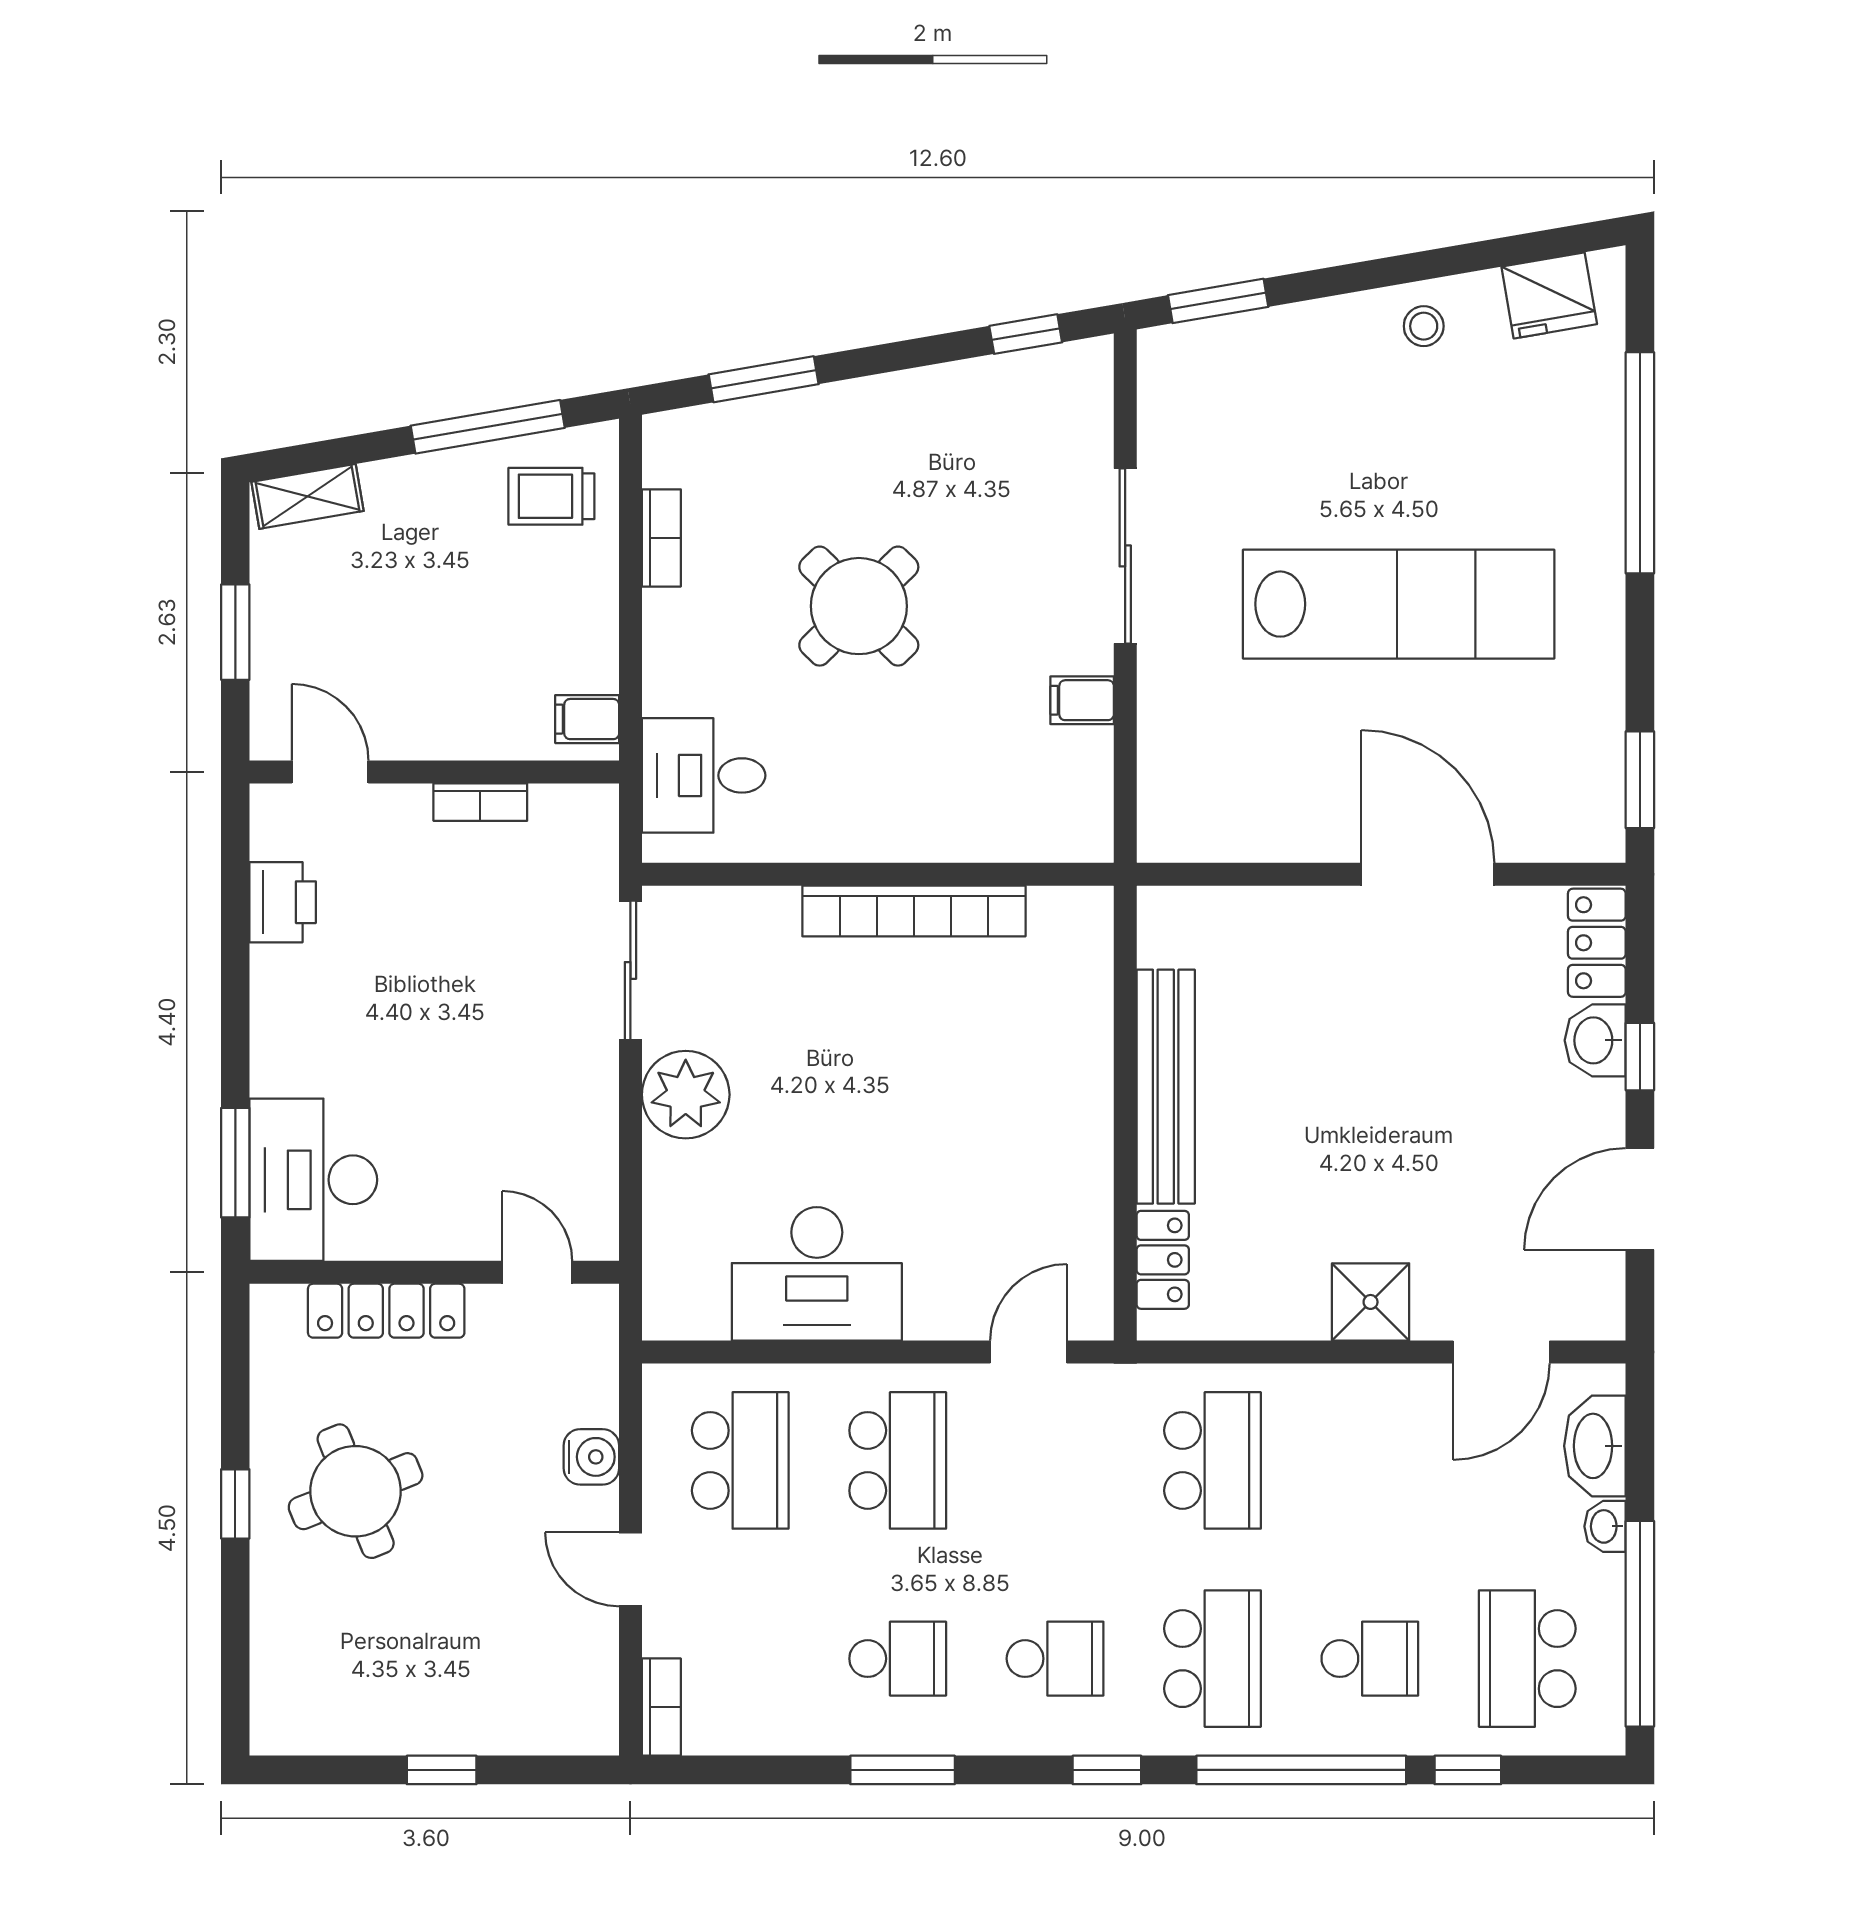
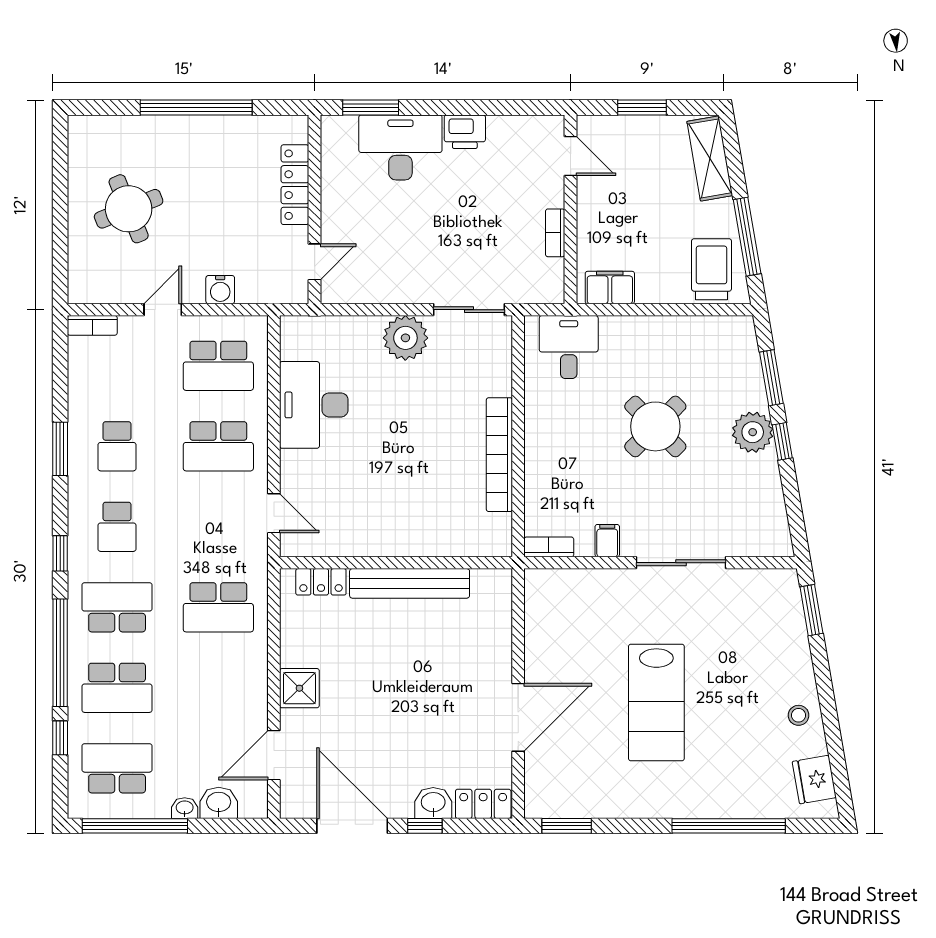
window: (1026, 334) -> (782, 441), moved
plant: (870, 416) -> (753, 432), added
shelving: (307, 496) -> (710, 158), width x1.50, depth x1.33
trolley: (551, 496) -> (712, 269), width x1.36, depth x1.39
bookcase: (661, 538) -> (549, 547), moved, turned 180
lab bench: (1399, 604) -> (656, 703), width x0.73
filing cabinet: (587, 719) -> (610, 287), width x2.00
door: (330, 772) -> (571, 156), hinge flipped
printer: (283, 902) -> (465, 132), moved
desk: (313, 1180) -> (400, 147), moved
door: (1640, 1199) -> (352, 826), width x1.36
door: (1501, 1352) -> (274, 755), hinge flipped
washbasin: (1595, 1446) -> (219, 803), width x0.72
round table: (356, 1491) -> (129, 209), moved
window: (235, 1504) -> (196, 107), width x3.17
school desk: (1212, 1659) -> (117, 607), turned 180
school desk: (1370, 1659) -> (117, 688), width x1.85
window: (442, 1770) -> (60, 213), removed

